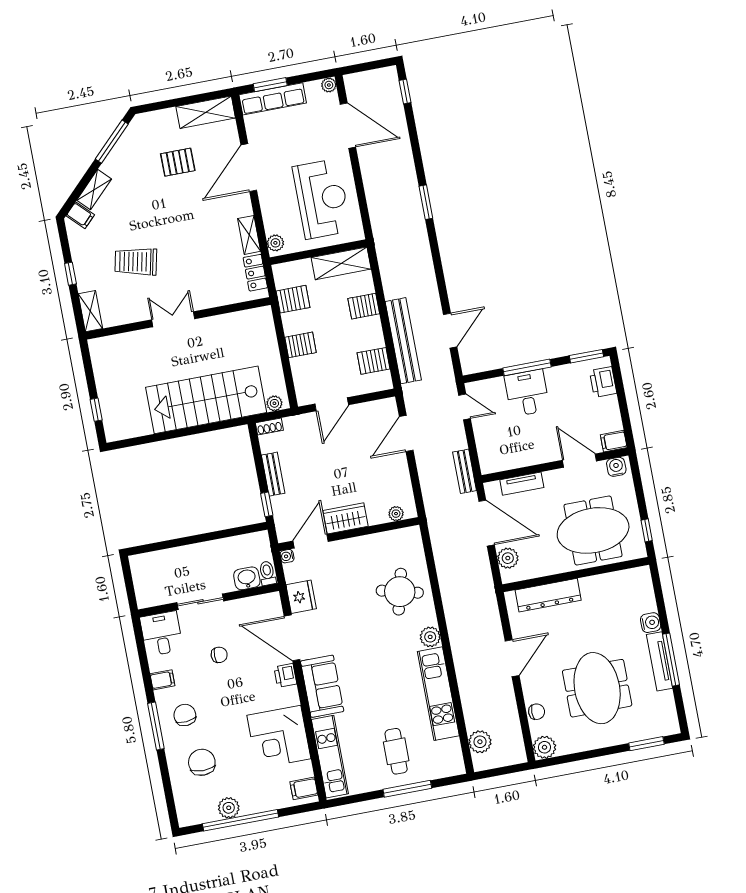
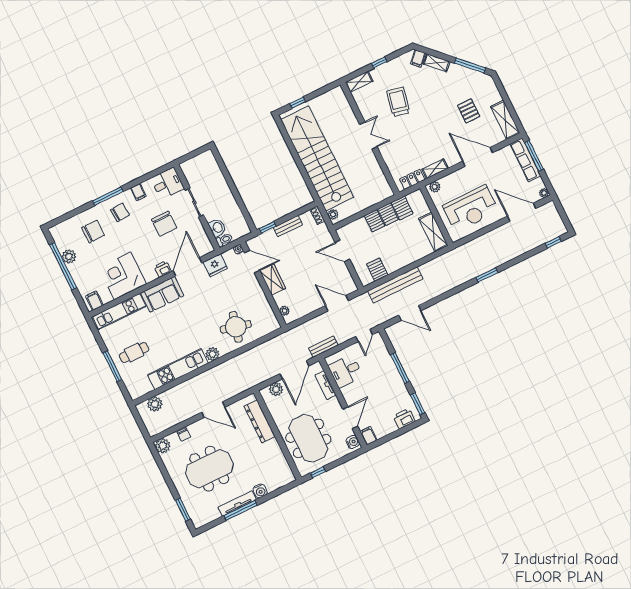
window: (270, 85) -> (534, 156), width x1.44
door: (348, 126) -> (522, 212), swing flipped
server rack: (364, 306) -> (388, 214), moved, turned 180
desk: (527, 393) -> (346, 371), moved, turned 180
stairs: (206, 400) -> (317, 158), width x1.36
chair: (219, 655) -> (164, 224), width x1.87, depth x1.87

